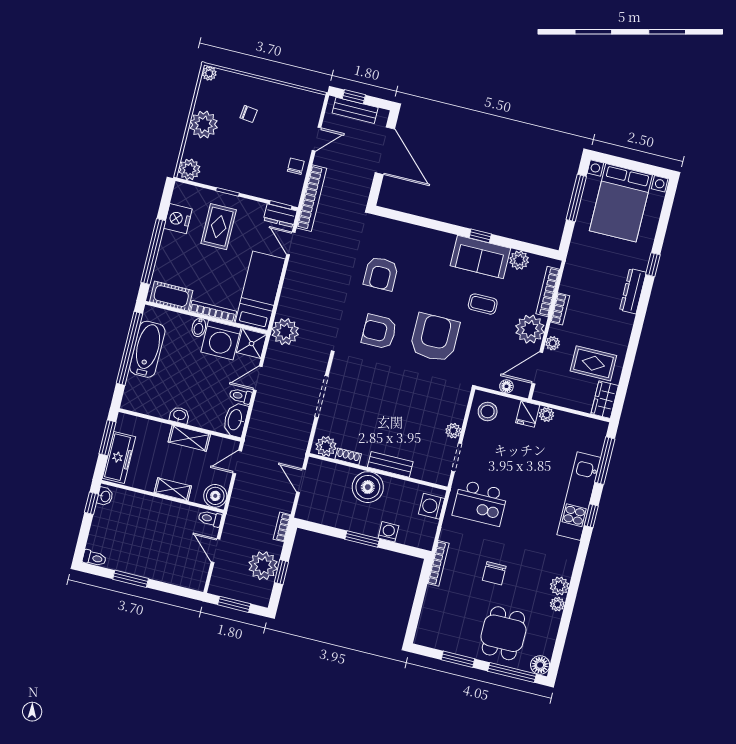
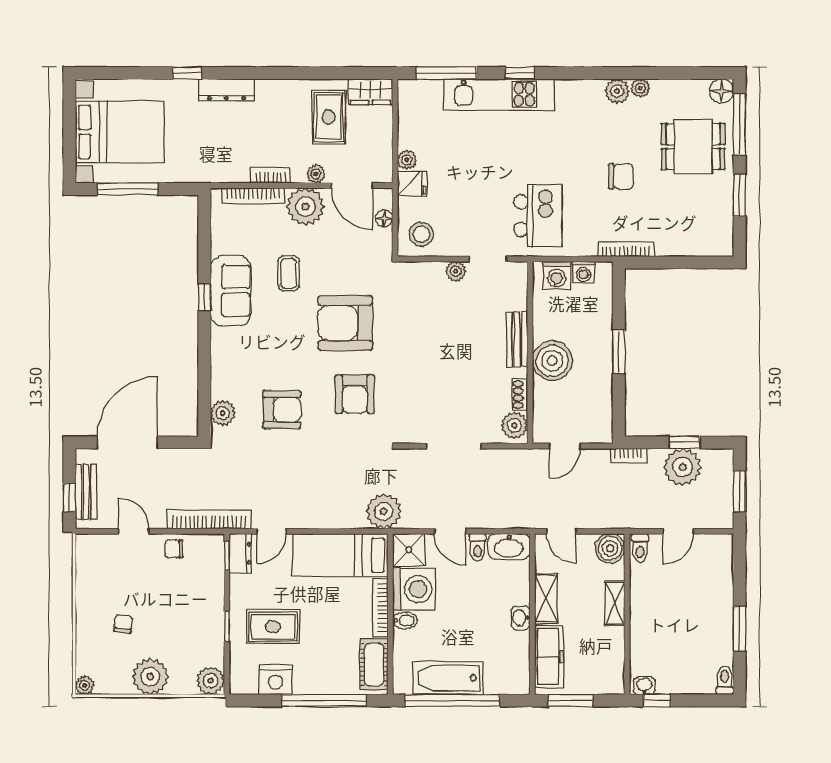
plant: (519, 260) -> (223, 413), moved
freezer: (119, 458) -> (549, 657), moved, turned 90
washing machine: (388, 532) -> (584, 272), moved, turned -90

